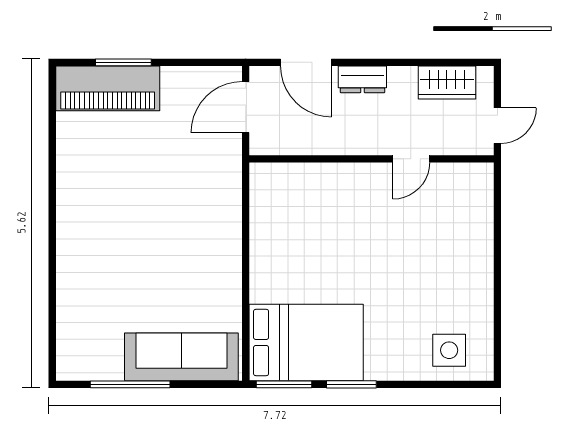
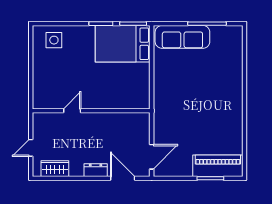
wall: (372, 159) -> (91, 111), moved
door: (411, 159) -> (72, 111), moved

